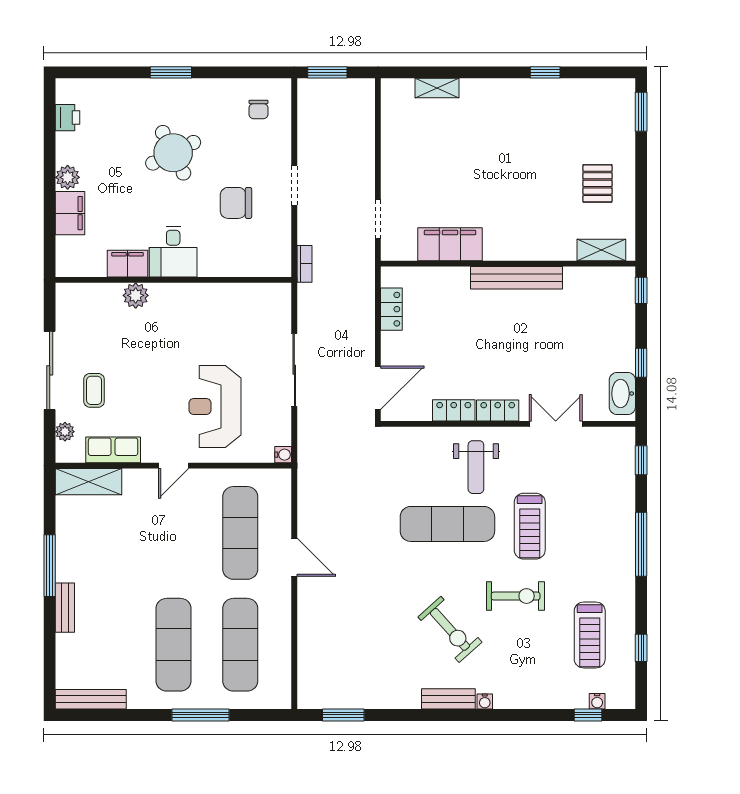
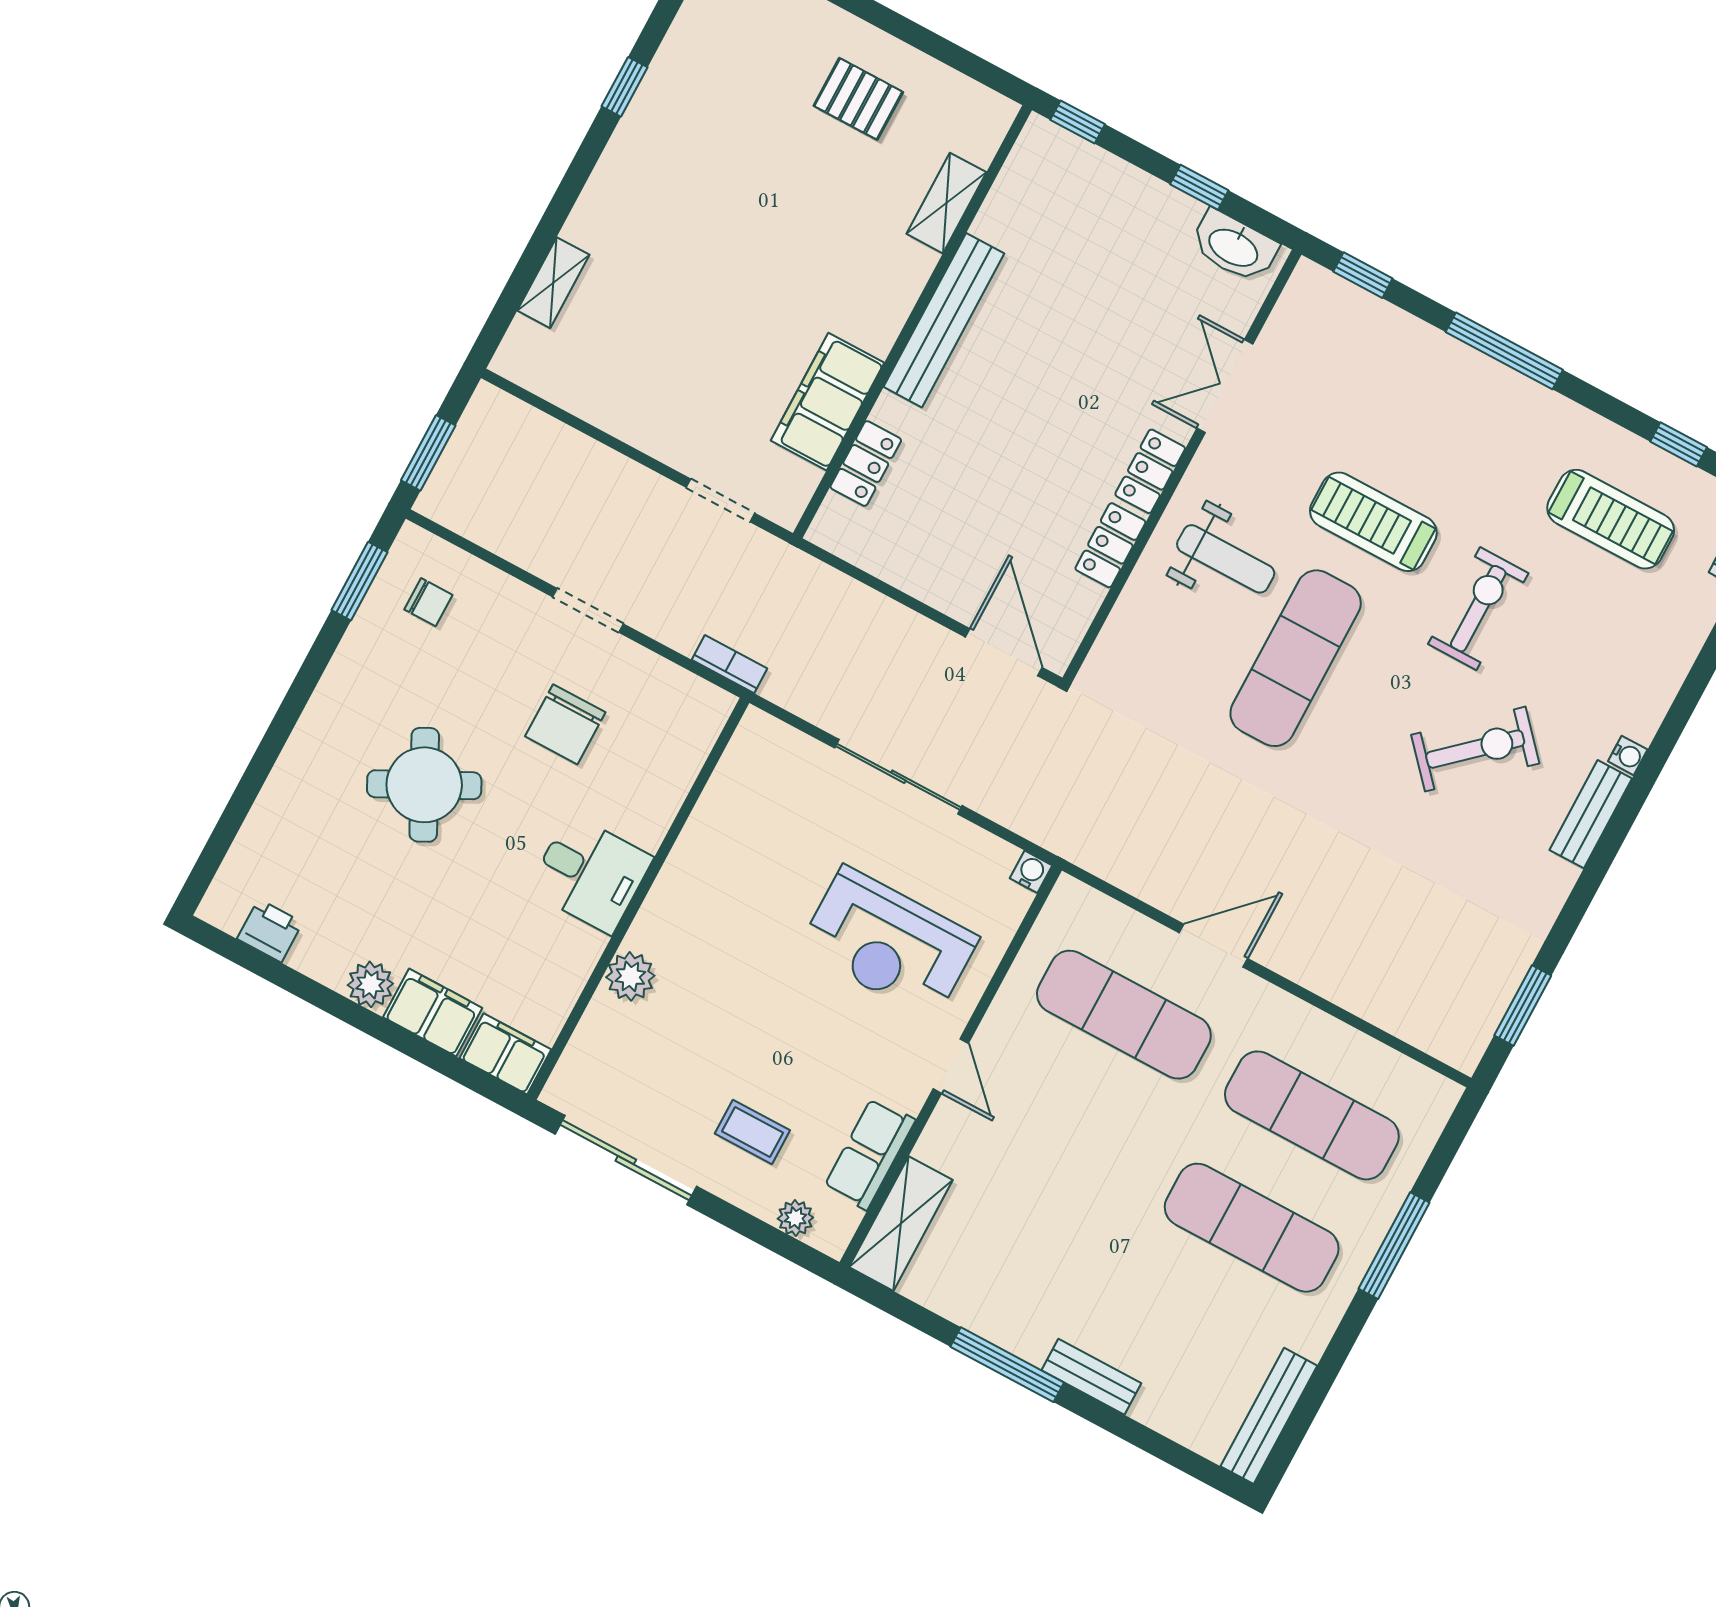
window: (171, 72) -> (359, 581), moved
shelving: (601, 250) -> (946, 203), moved
filing cabinet: (127, 264) -> (505, 1054), moved, turned 90
locker: (391, 309) -> (866, 463), moved, turned 90
sliding door: (50, 370) -> (626, 1160), moved
treadmill: (530, 526) -> (1373, 522), turned 180

